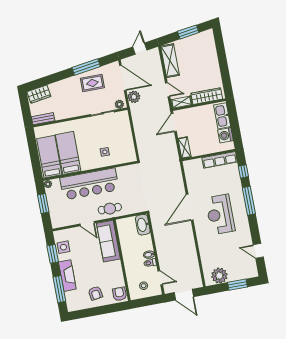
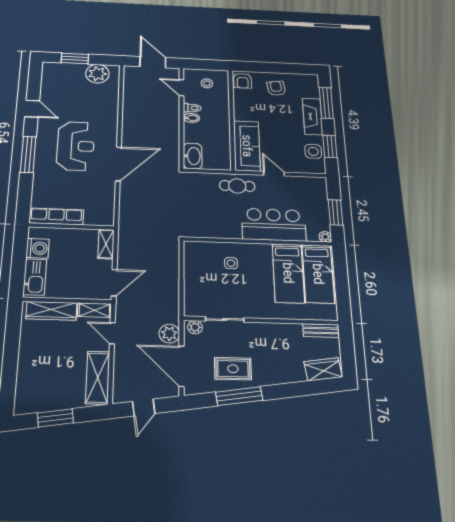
window: (243, 171) -> (25, 194), removed
bar counter: (89, 184) -> (274, 225), width x0.73
door: (258, 251) -> (32, 109), moved

